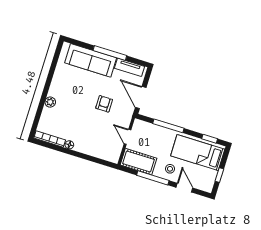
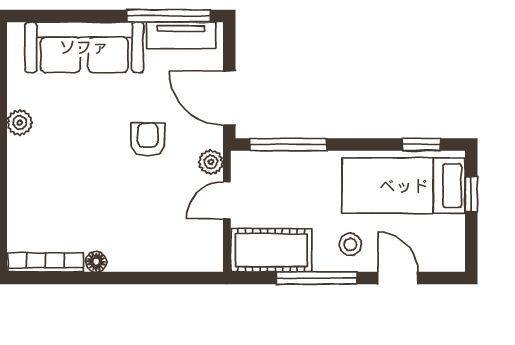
window: (110, 53) -> (168, 16), moved
plant: (50, 102) -> (20, 123), moved
plant: (126, 120) -> (211, 162), added
window: (168, 126) -> (288, 145), moved
door: (127, 137) -> (227, 200), hinge flipped
window: (219, 175) -> (471, 194), moved

